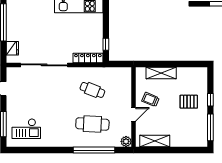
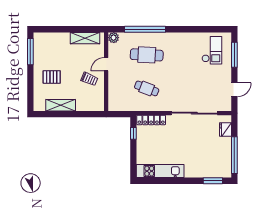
shelving: (161, 73) -> (61, 105), moved
window: (210, 100) -> (30, 79), removed
checkout: (26, 129) -> (212, 50), turned 90

